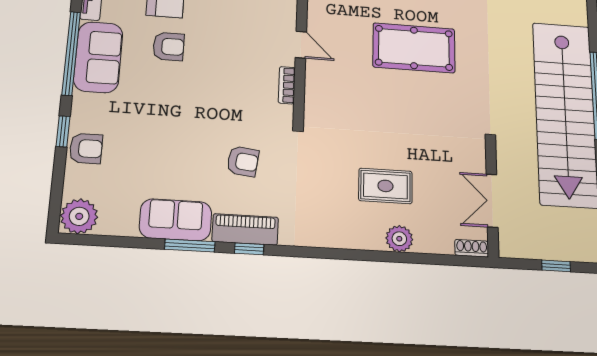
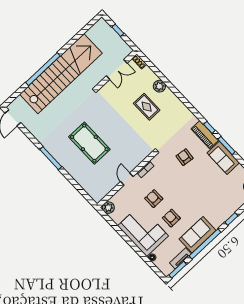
armchair: (86, 148) -> (154, 199), moved

